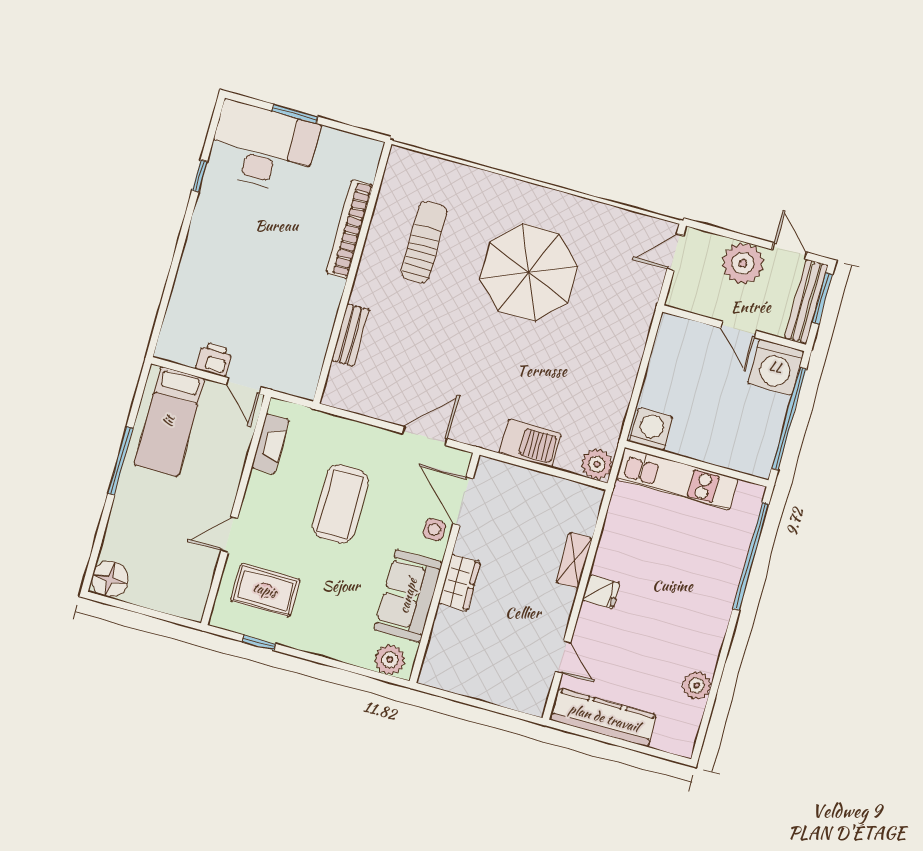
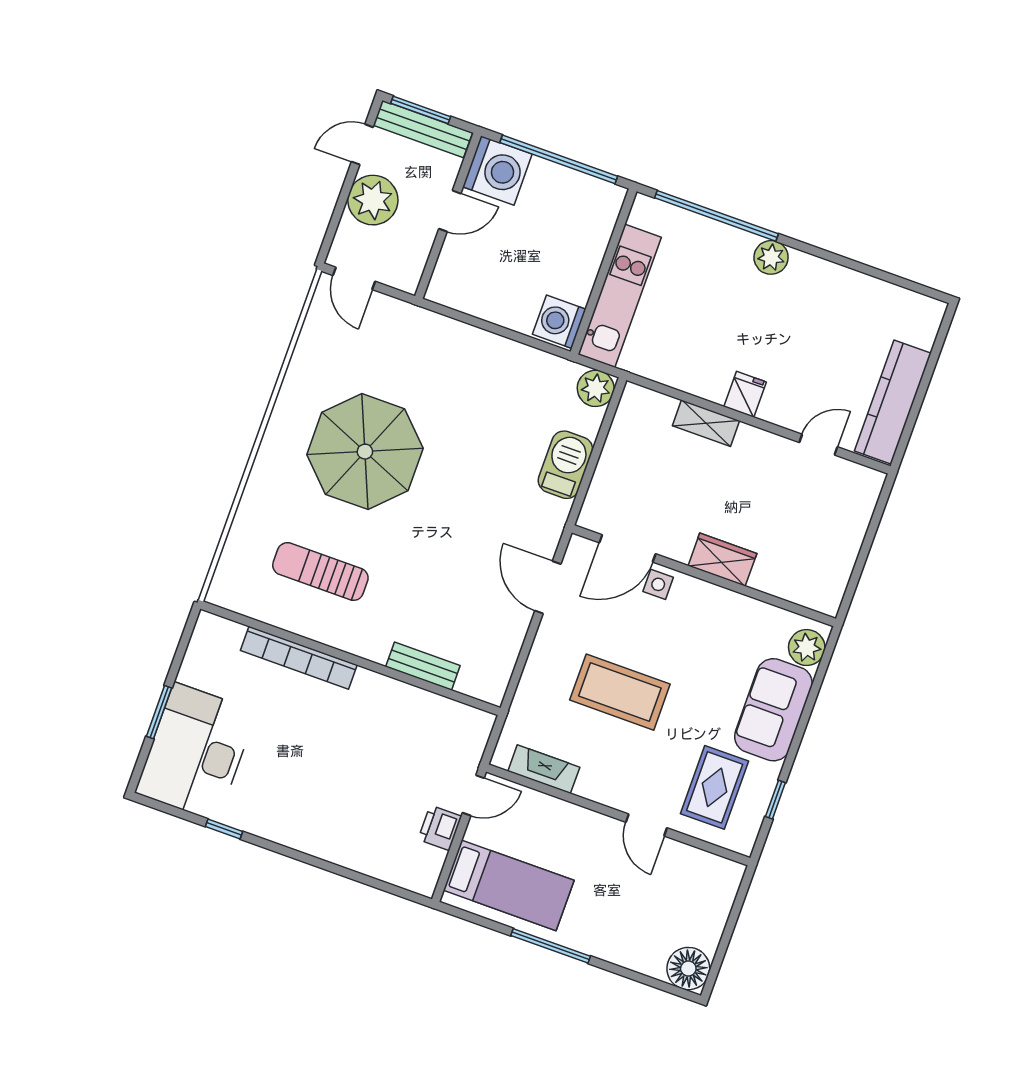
sofa: (408, 596) -> (773, 710), moved, turned 90
plant: (697, 685) -> (771, 257), moved

